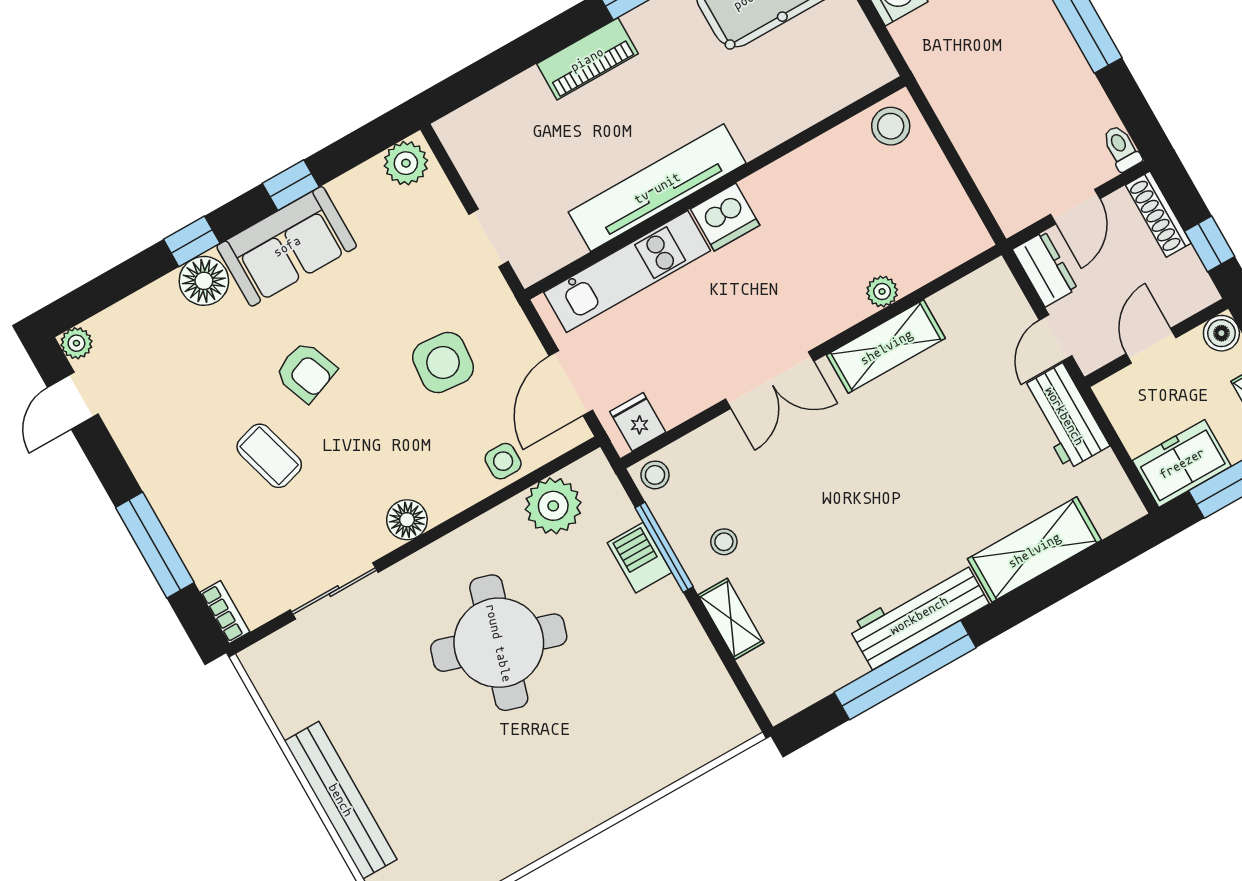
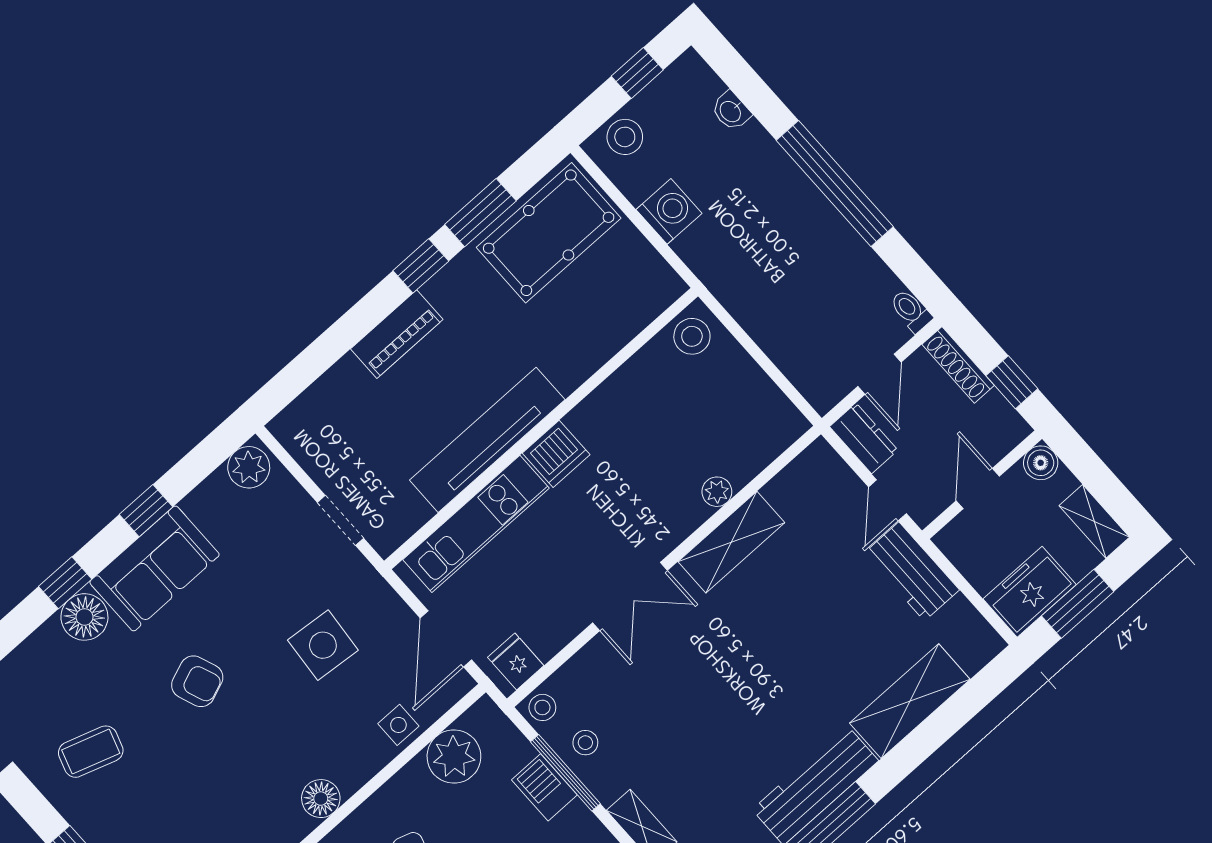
coffee table: (269, 456) -> (91, 752), moved, turned -56
stool: (724, 542) -> (585, 743), moved

